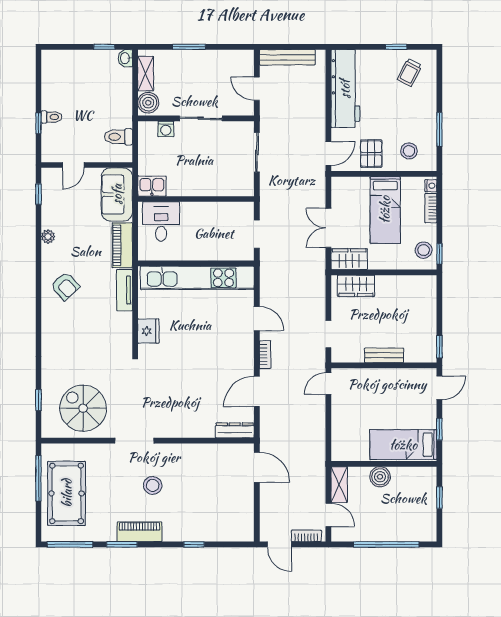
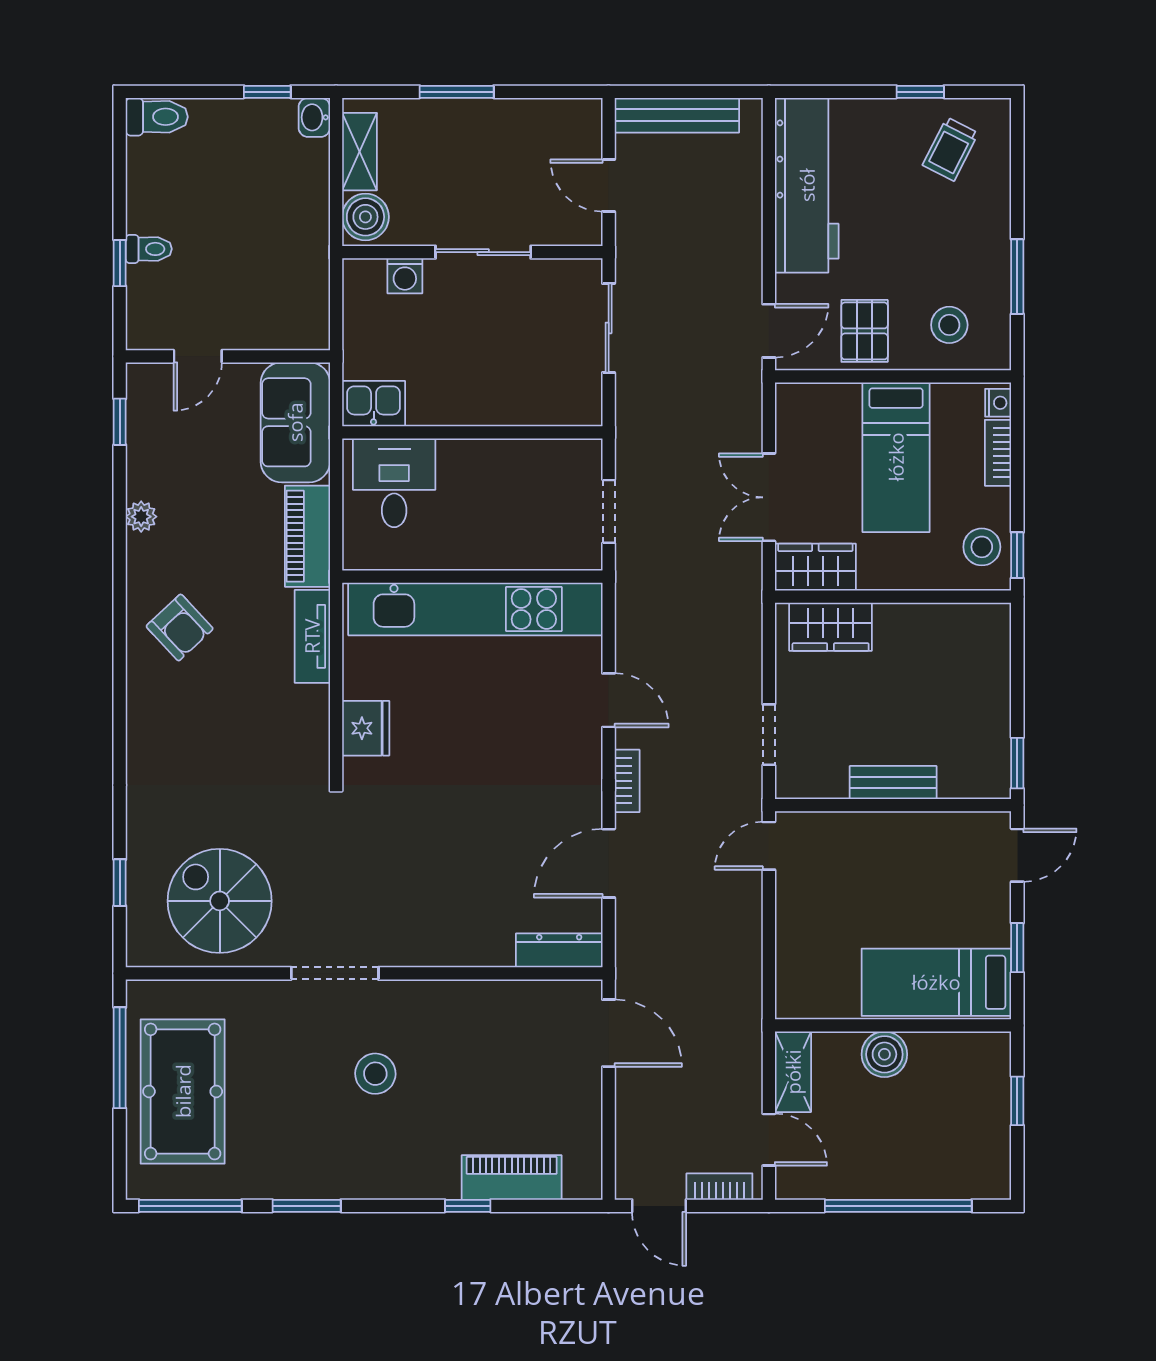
toilet: (119, 137) -> (157, 117), moved, turned 180
piano: (139, 532) -> (512, 1177), moved

